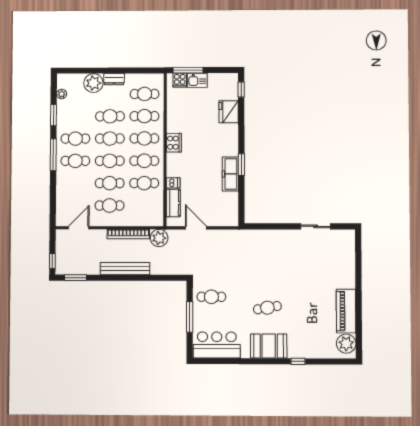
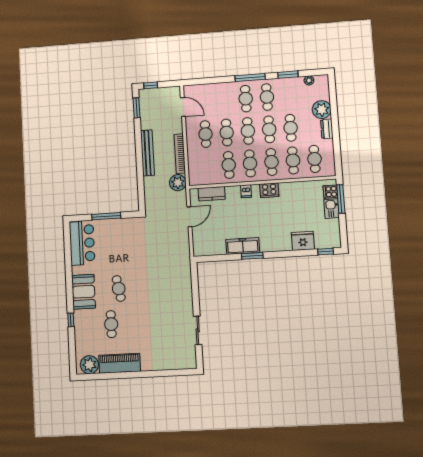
dishwasher: (173, 183) -> (246, 191), moved
cafe table: (211, 297) -> (111, 324), moved

